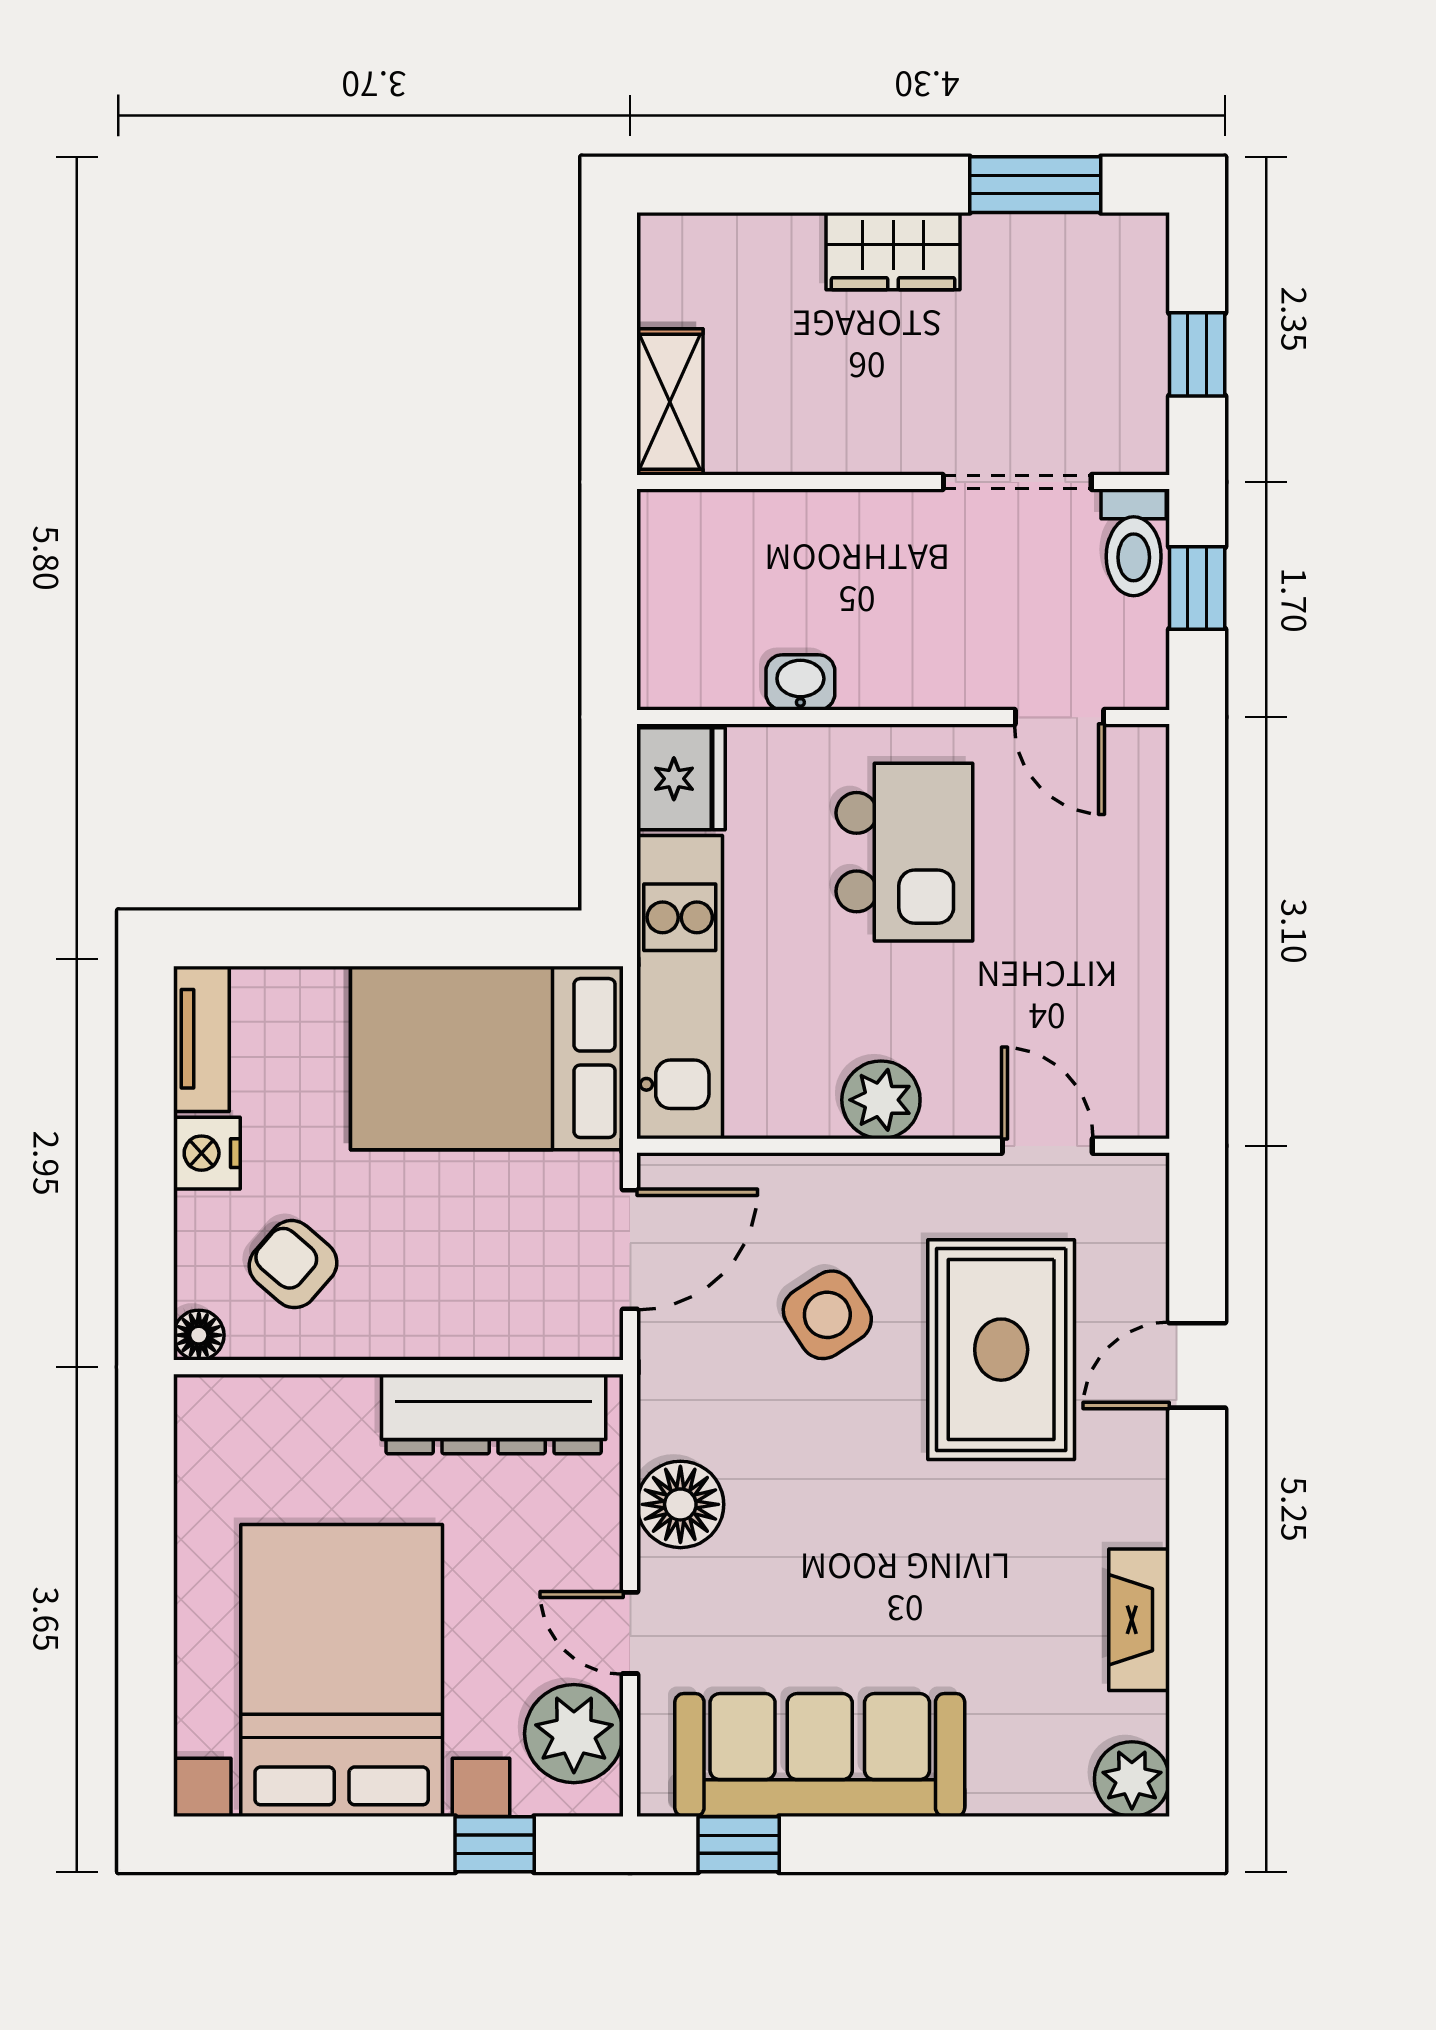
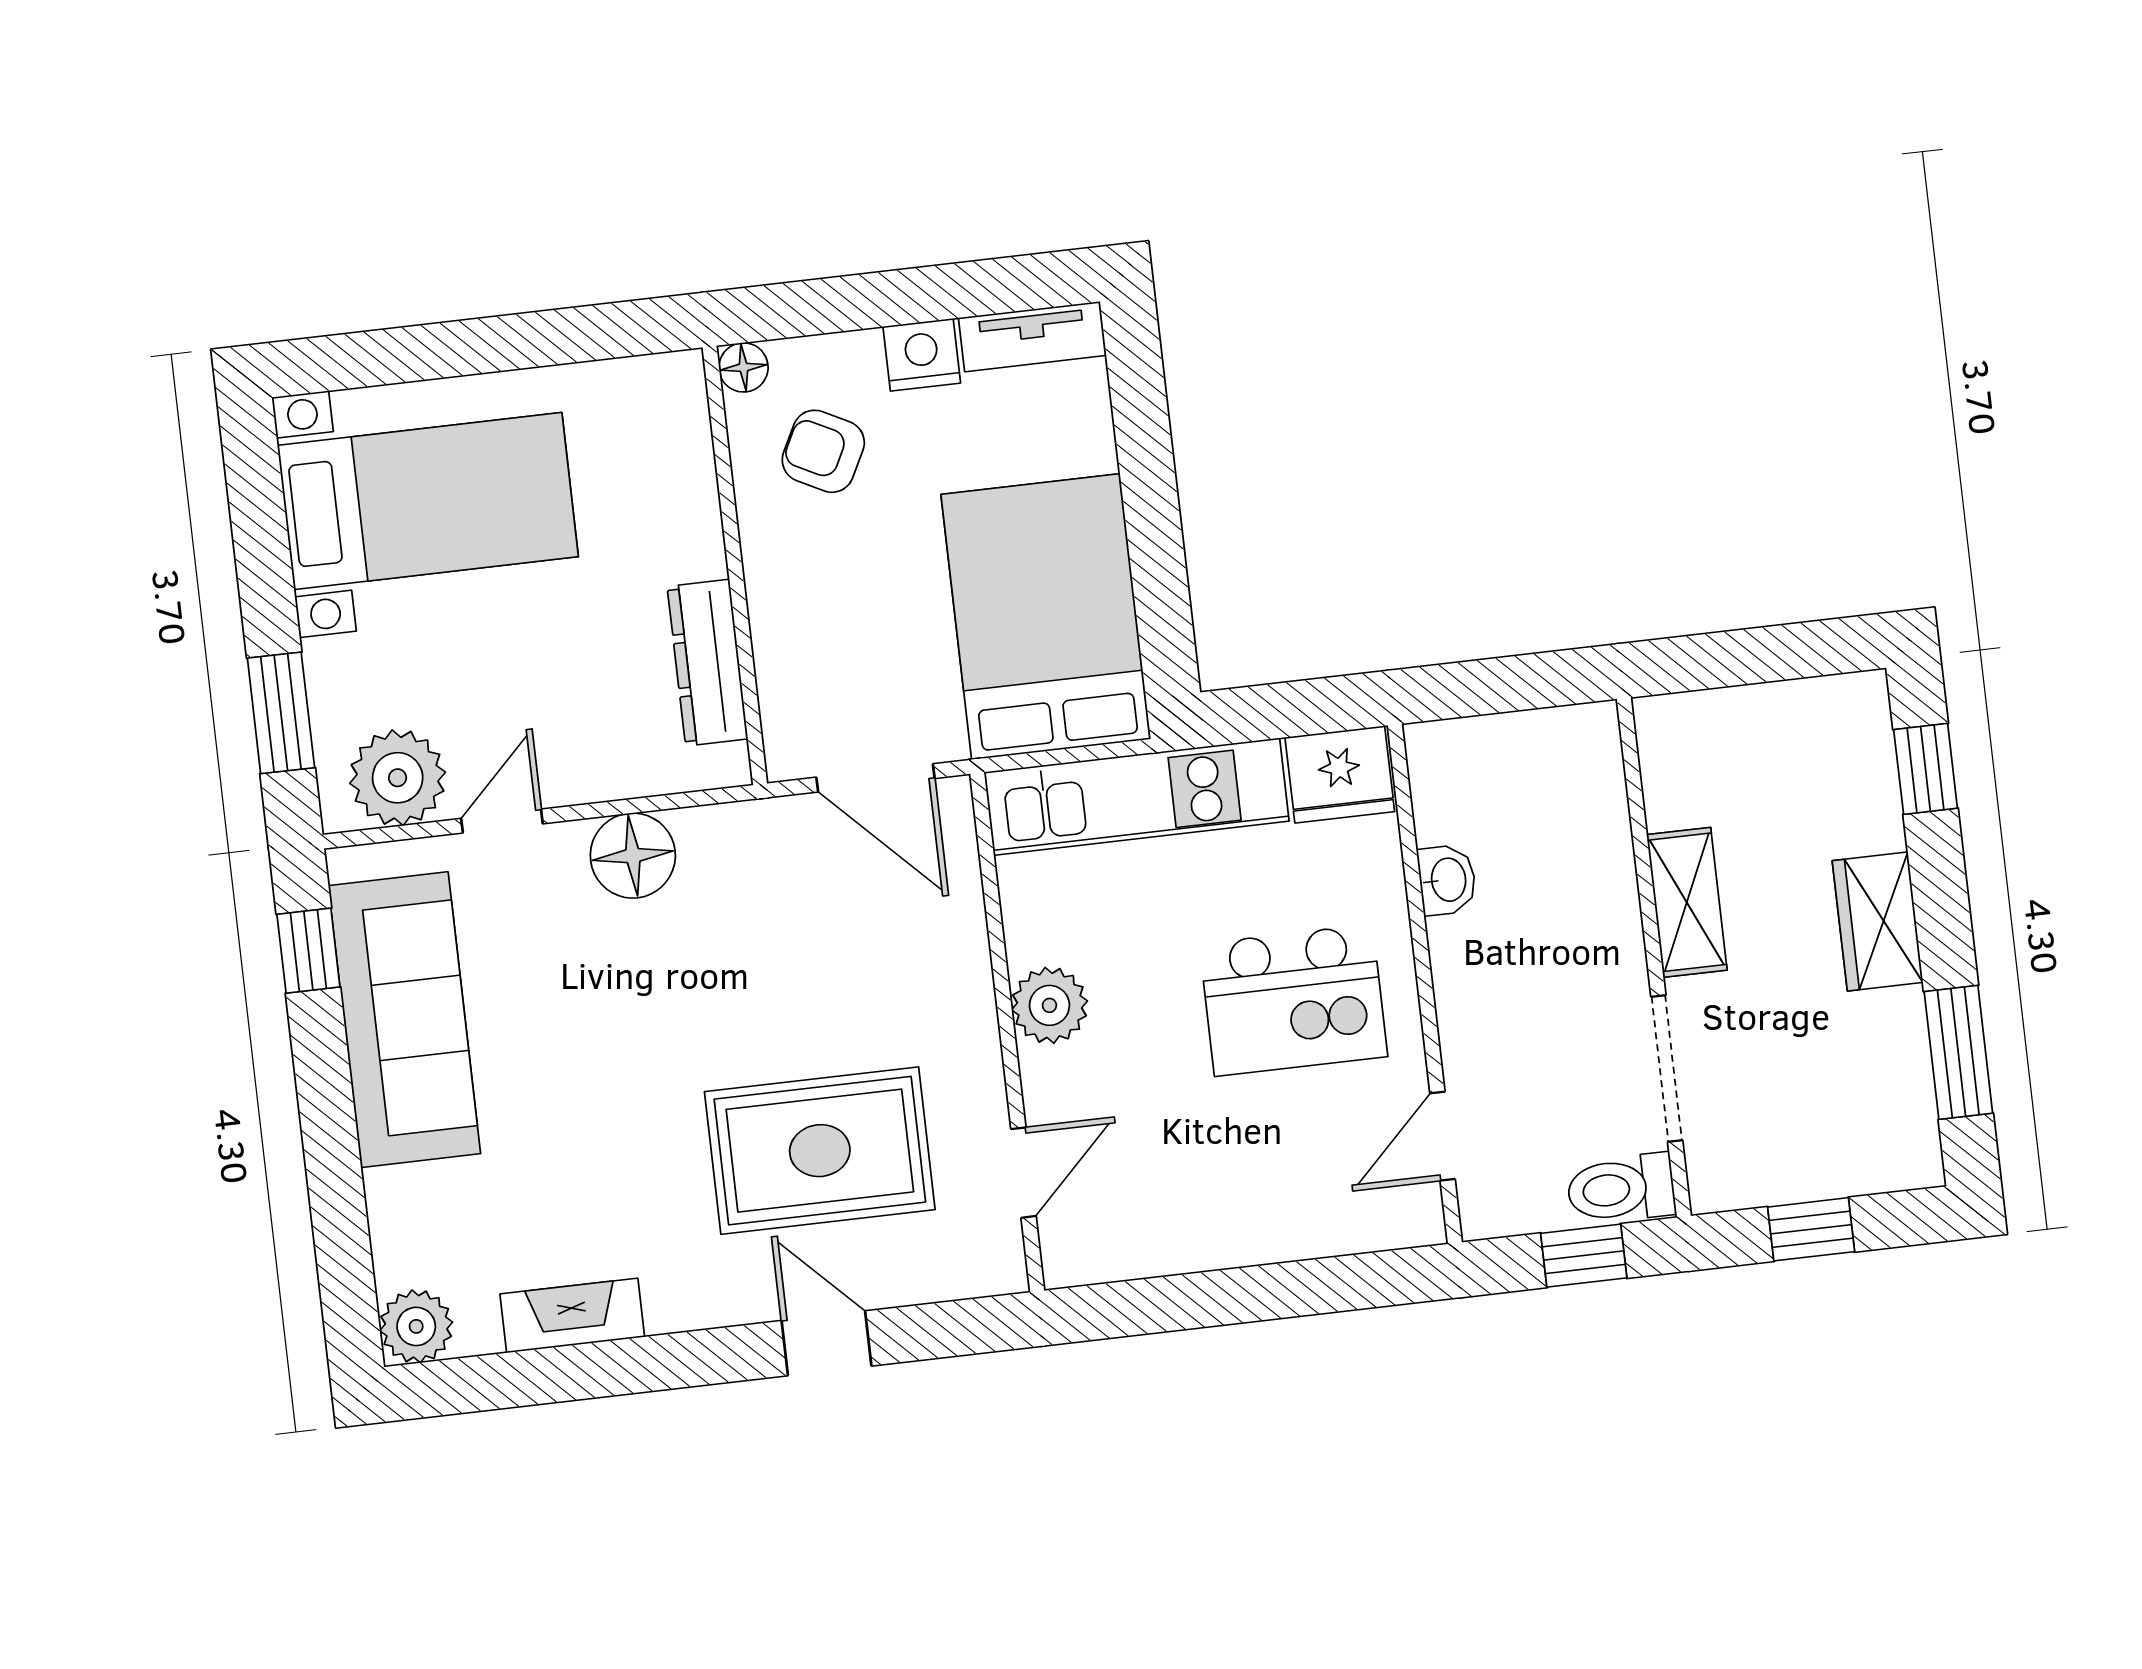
window: (744, 185) -> (1926, 769), added
shelving: (670, 402) -> (1687, 902), moved, turned 90
armchair: (293, 1264) -> (823, 451), turned -104
side table: (827, 1315) -> (834, 977), removed
dresser: (494, 1414) -> (708, 663), width x0.73, depth x0.80
bed with nightstands: (342, 1671) -> (428, 501), width x0.73
window: (495, 1844) -> (281, 713), width x1.50

